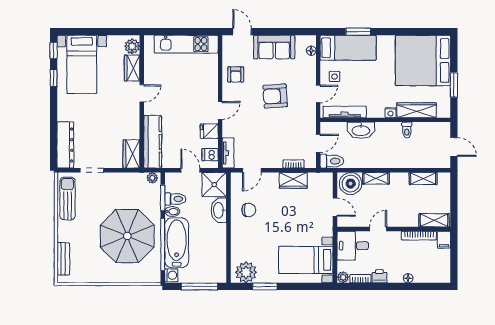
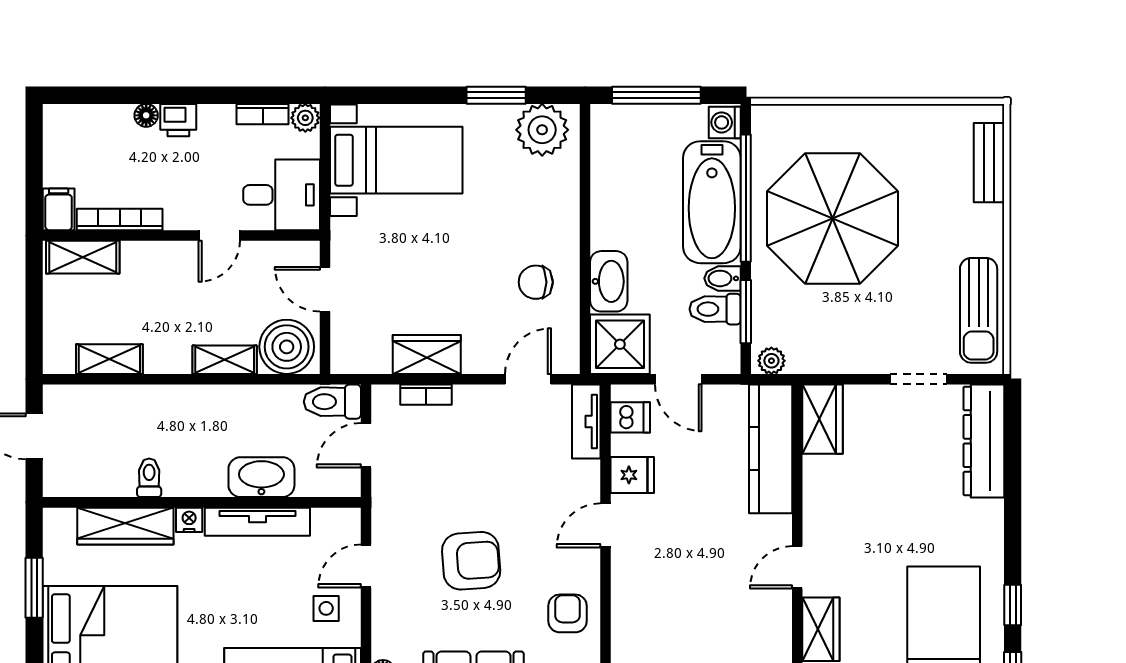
tv unit: (345, 112) -> (257, 522), moved
printer: (379, 276) -> (178, 120), moved

